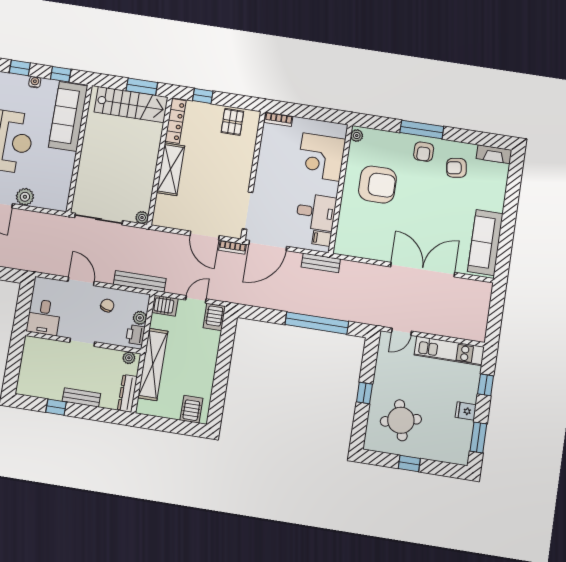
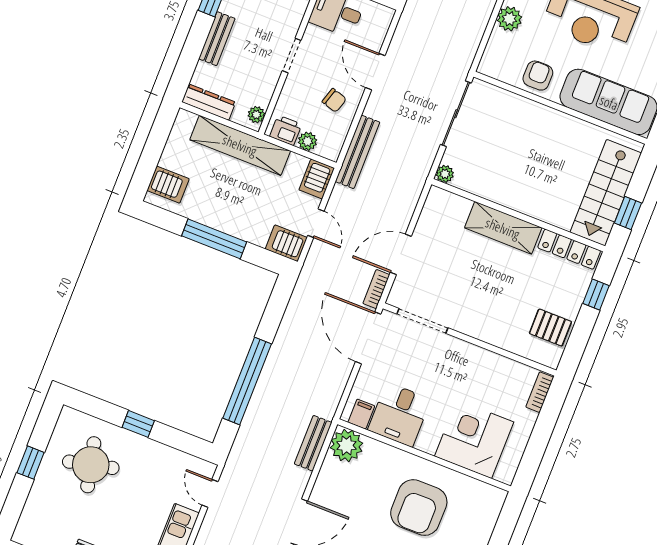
window: (142, 87) -> (628, 213), width x0.67
plant: (357, 136) -> (347, 445), moved, width x1.87, depth x1.87
armchair: (60, 169) -> (538, 76), added
bench: (321, 263) -> (313, 443), moved
door: (81, 281) -> (375, 72), swing flipped
window: (222, 368) -> (214, 239), added

